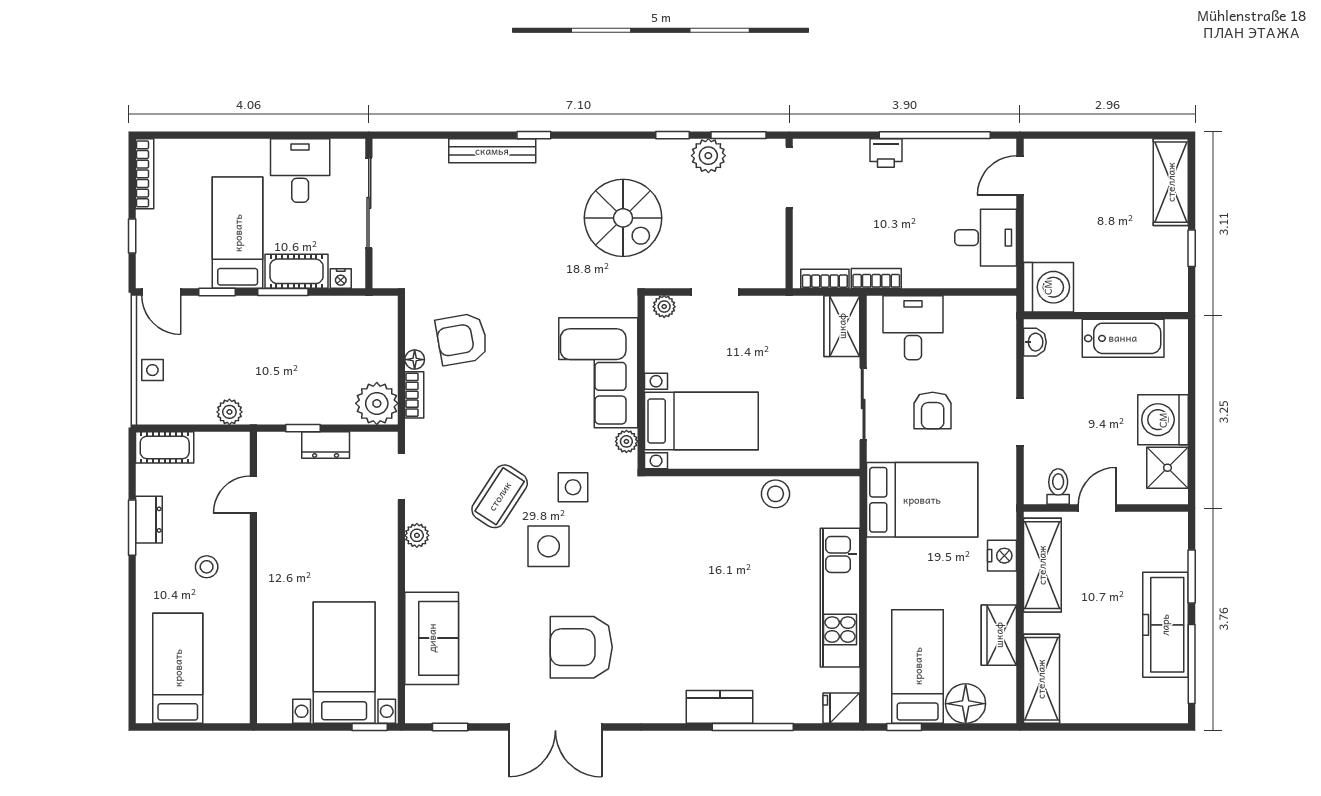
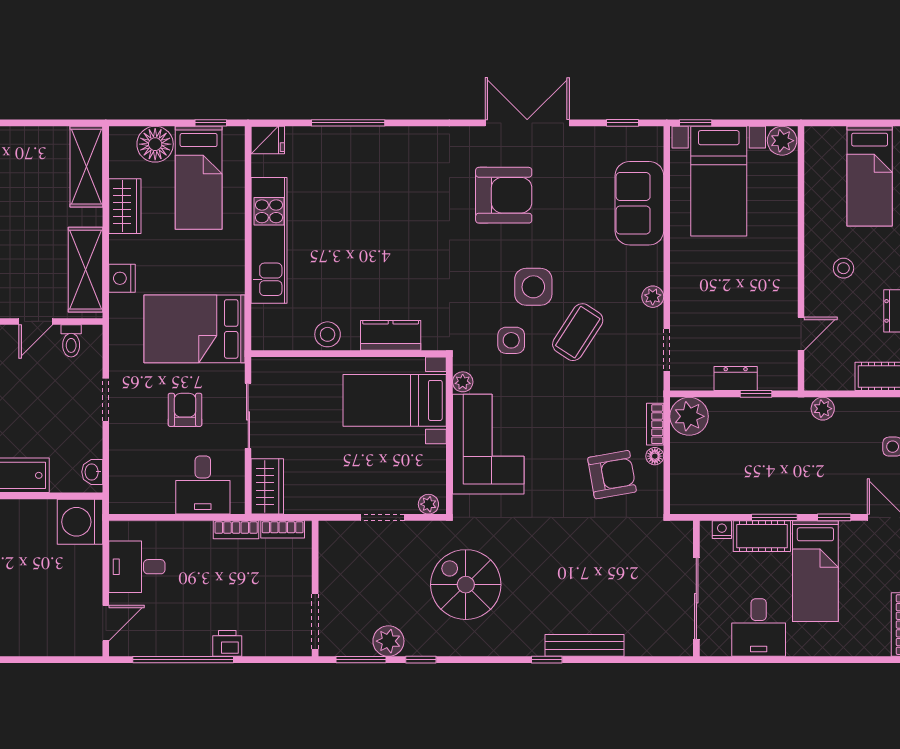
plant: (274, 707) -> (782, 141), added
kitchen counter: (720, 707) -> (391, 335), moved, turned 180

